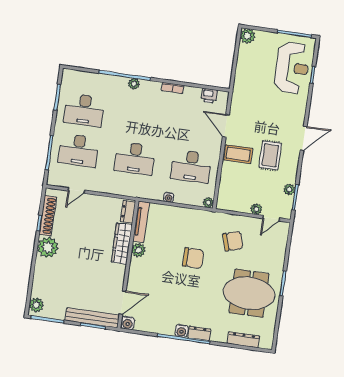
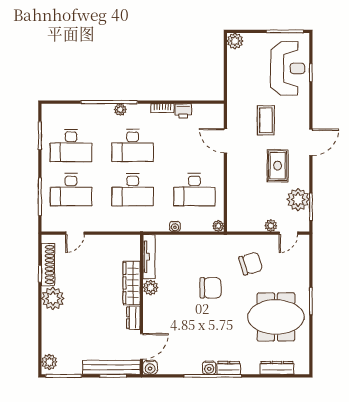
printer: (209, 96) -> (183, 111), moved
desk: (141, 118) -> (133, 145), added
coffee table: (238, 154) -> (266, 120), moved, turned 90
plant: (289, 190) -> (298, 200), width x1.87, depth x1.87
dresser: (128, 212) -> (133, 318), moved

